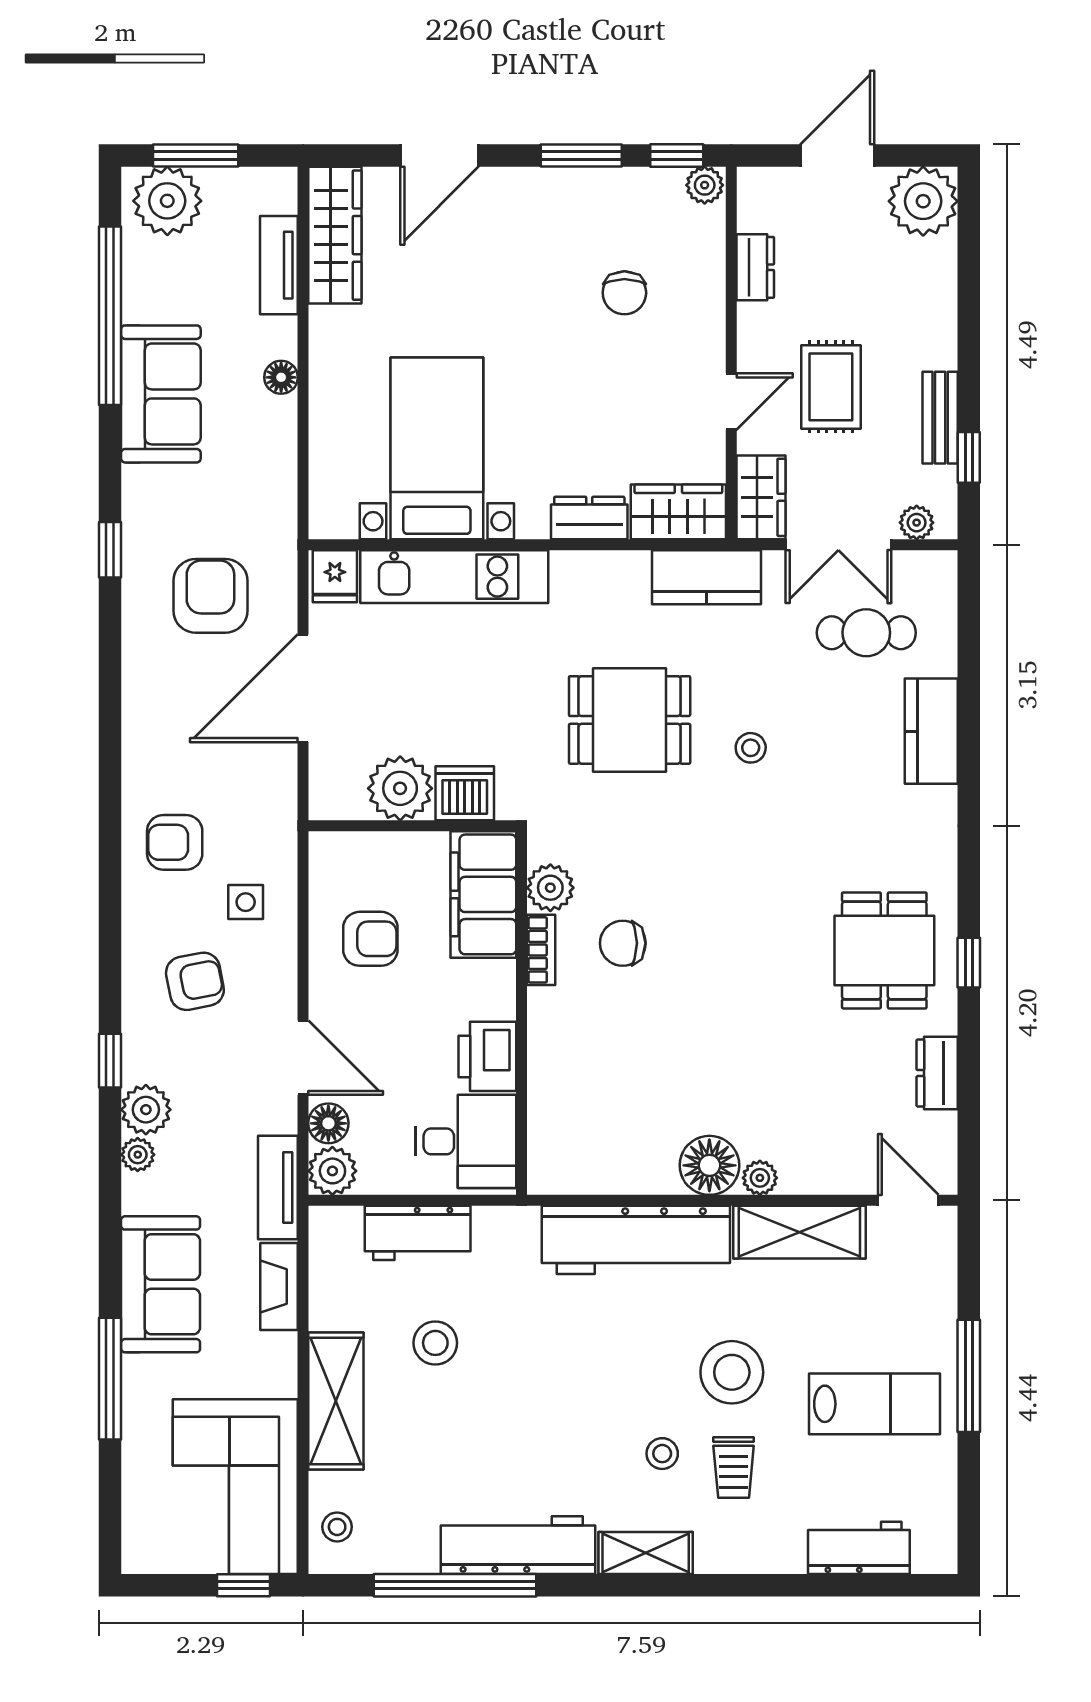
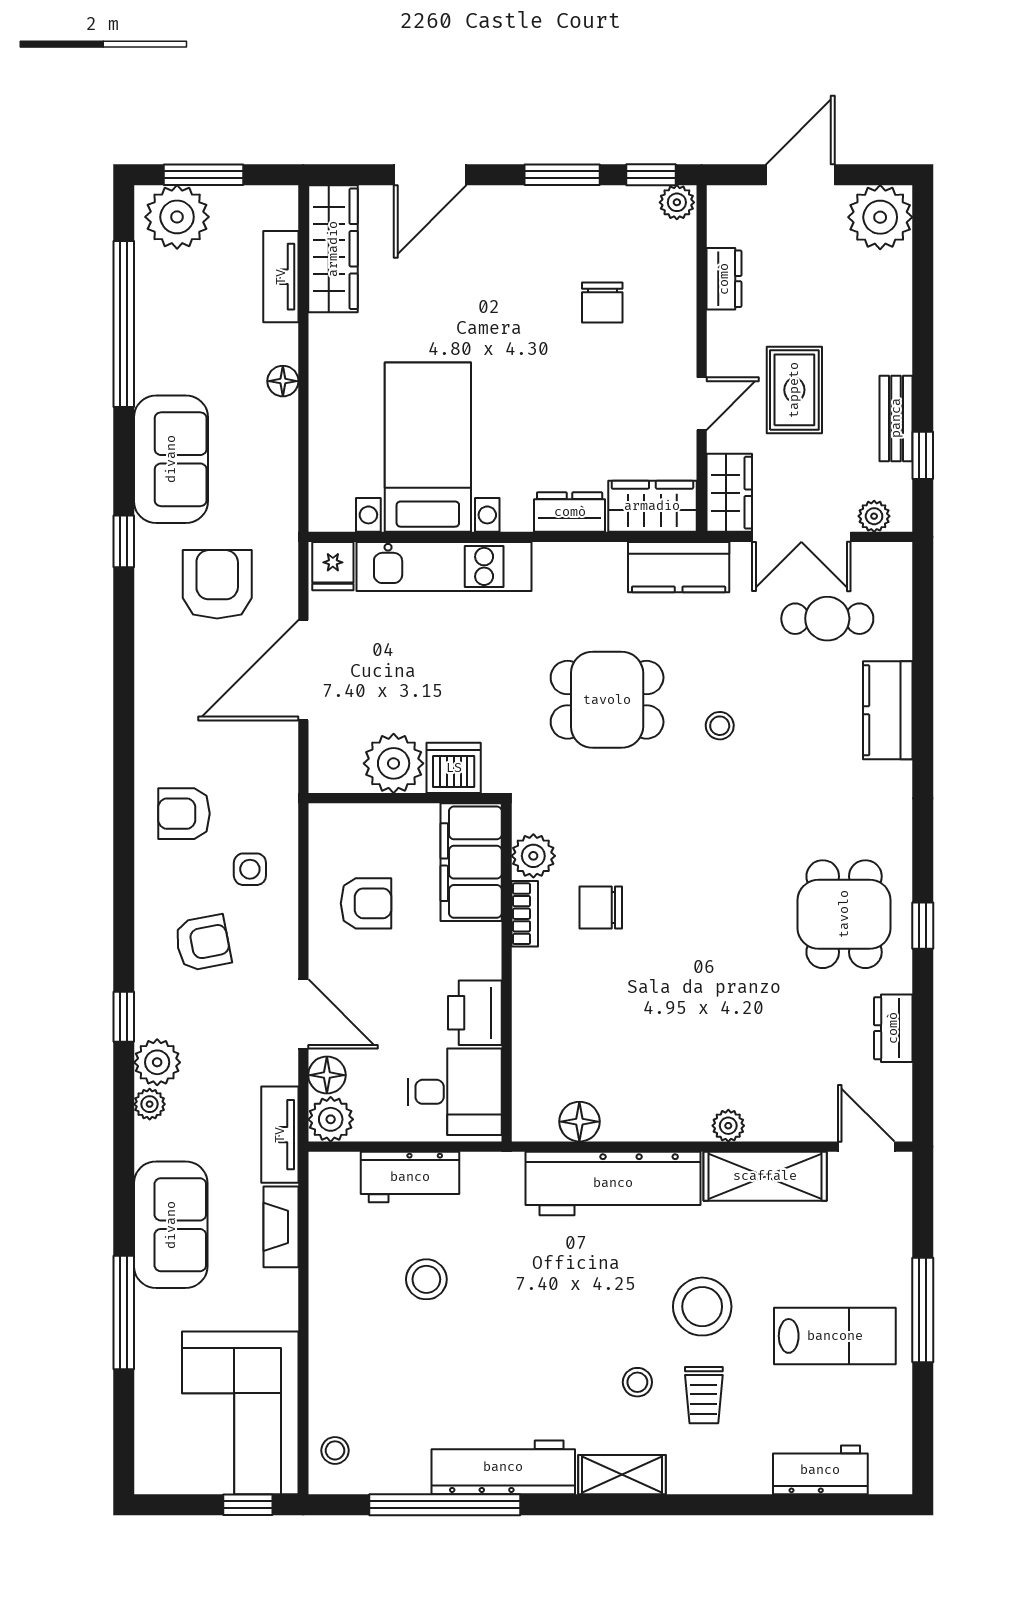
sofa: (161, 394) -> (171, 459), moved
floor lamp: (709, 1165) -> (579, 1122), moved, width x0.73, depth x0.73
shelving: (336, 1401) -> (334, 1333), removed

